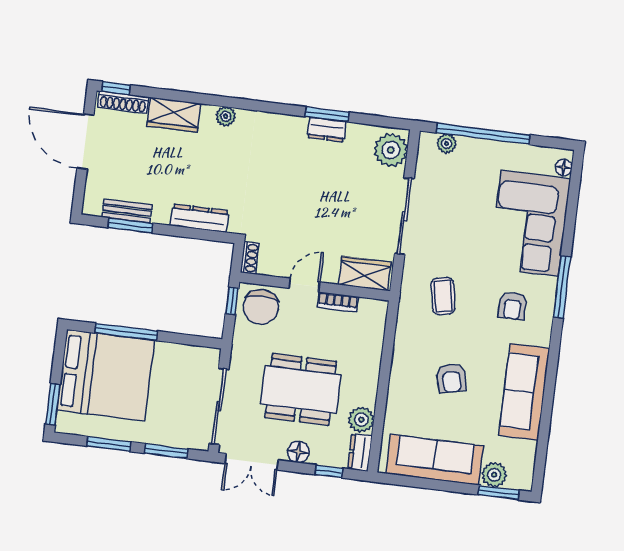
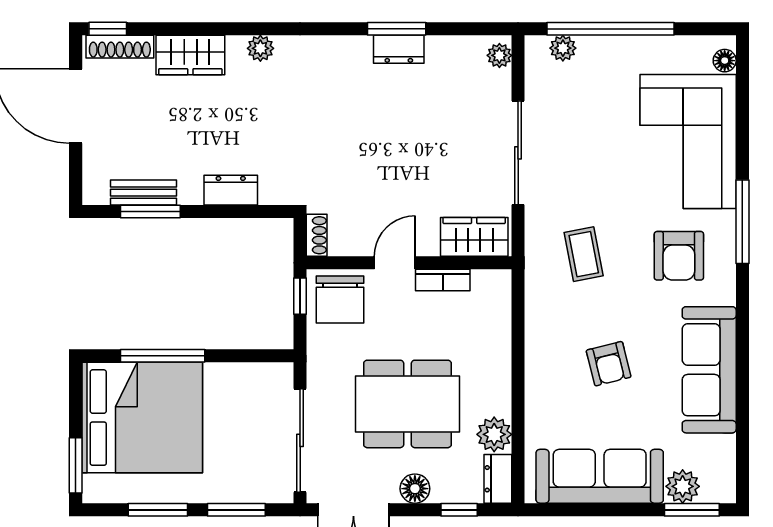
plant: (391, 150) -> (499, 55), width x0.53, depth x0.53
dresser: (200, 218) -> (231, 190), width x0.70
armchair: (512, 306) -> (679, 256), width x1.38, depth x1.38

